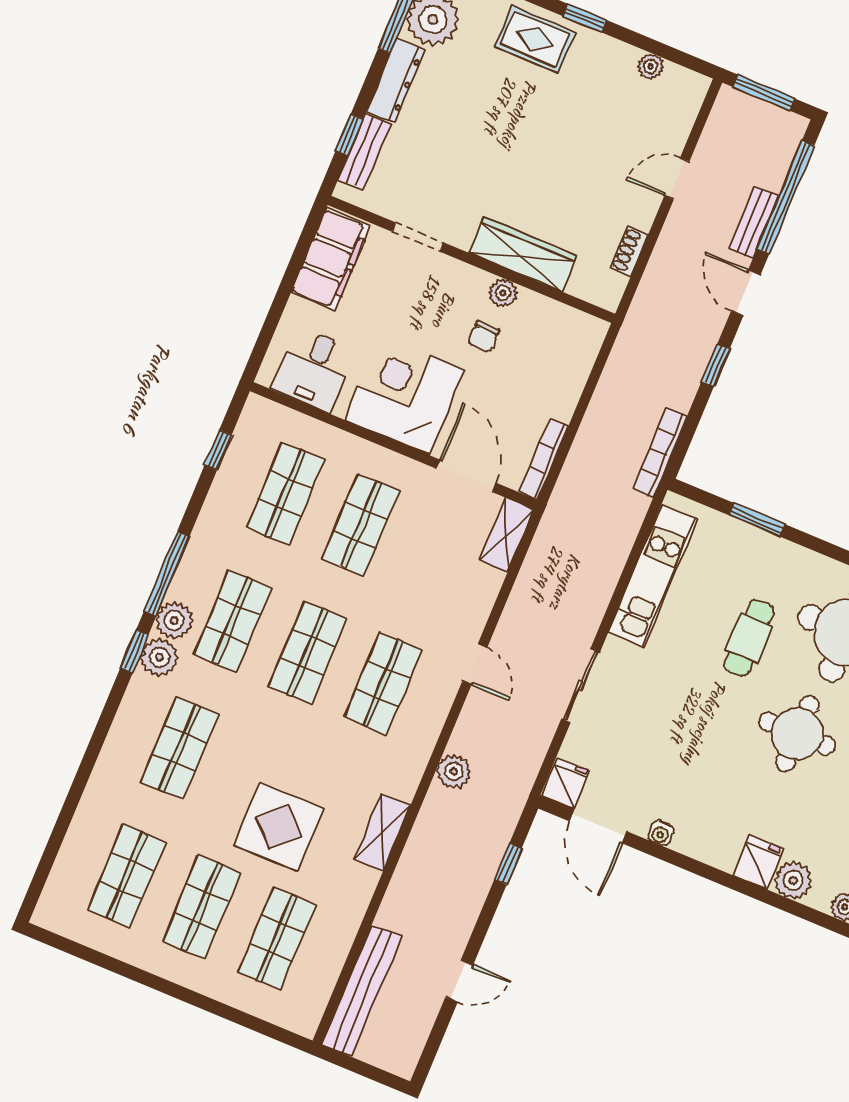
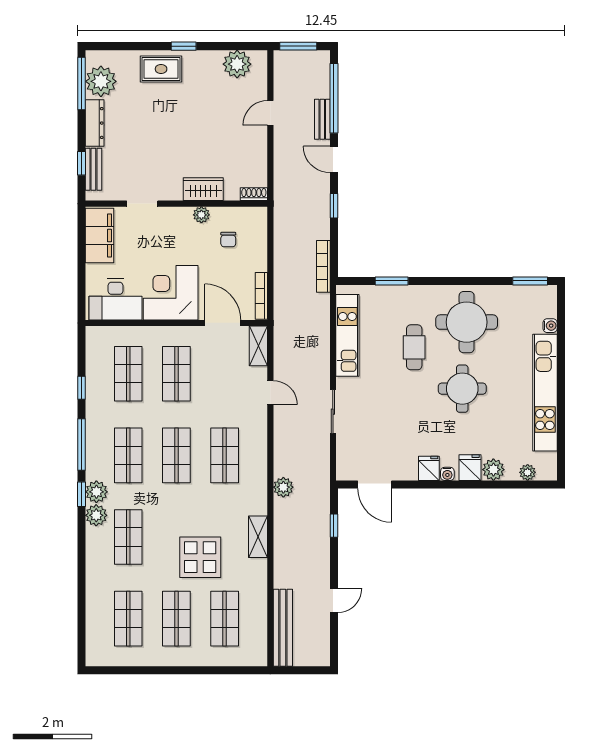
plant: (651, 66) -> (237, 64), width x1.87, depth x1.87
shoe rack: (629, 251) -> (254, 194), moved, turned 90
wardrobe: (523, 254) -> (203, 189), width x0.67
chair: (483, 337) -> (228, 240), moved
desk: (314, 369) -> (115, 299), width x1.37
window: (218, 450) -> (81, 388), moved
plant: (174, 620) -> (96, 515), moved
door: (475, 664) -> (270, 393), moved
fridge: (566, 783) -> (429, 468), moved
water cooler: (661, 833) -> (447, 474), moved

